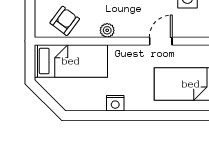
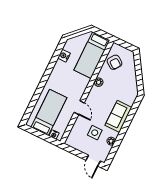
nightstand: (115, 103) -> (64, 56), moved

